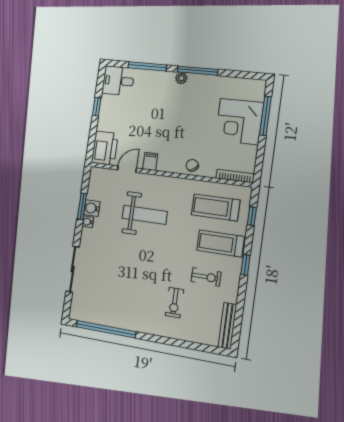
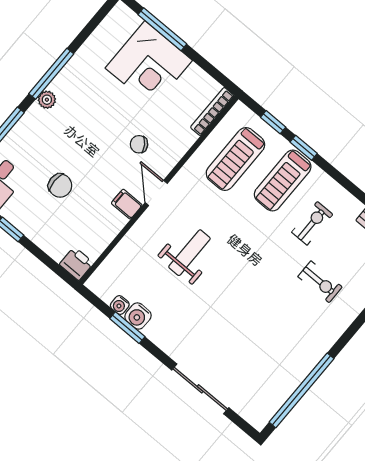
chair: (138, 118) -> (60, 186), added
printer: (105, 148) -> (76, 264), width x0.53, depth x0.68
chair: (192, 165) -> (139, 144), moved
door: (127, 169) -> (156, 193), moved
weight bench: (145, 215) -> (189, 253), width x0.73, depth x0.75
water cooler: (88, 222) -> (120, 305), moved
window: (245, 265) -> (304, 148), moved

